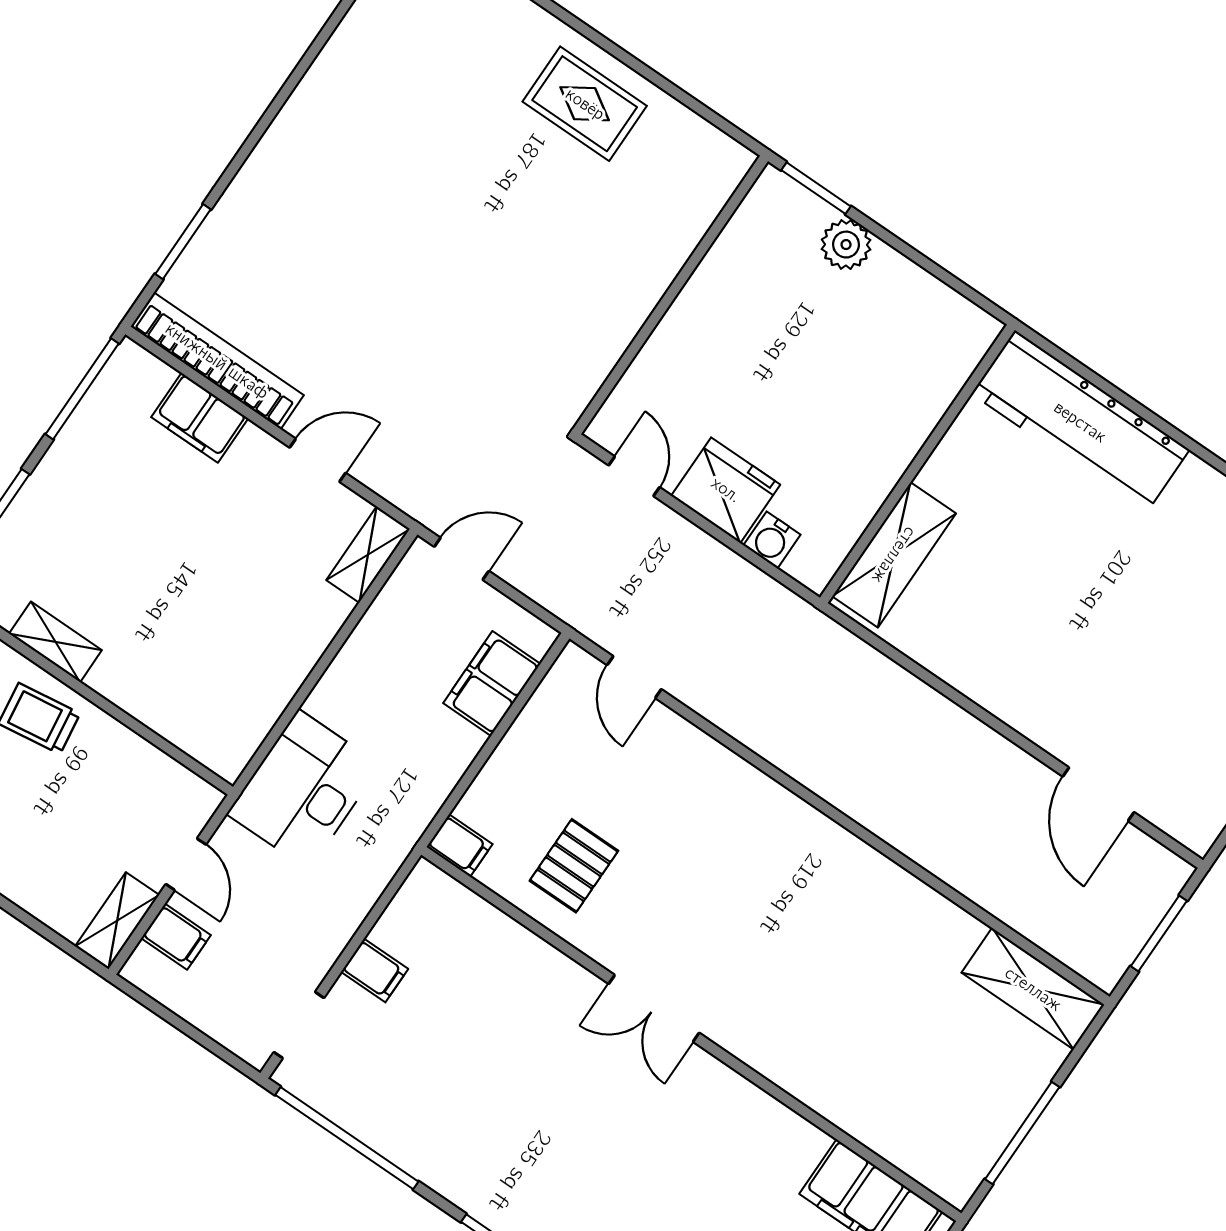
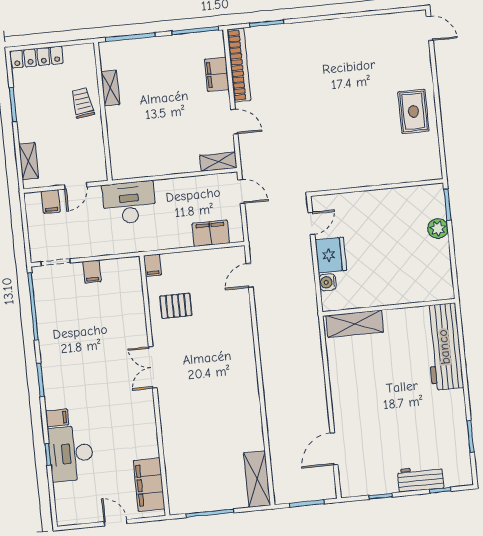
shelving: (117, 921) -> (29, 161), moved, turned 90

